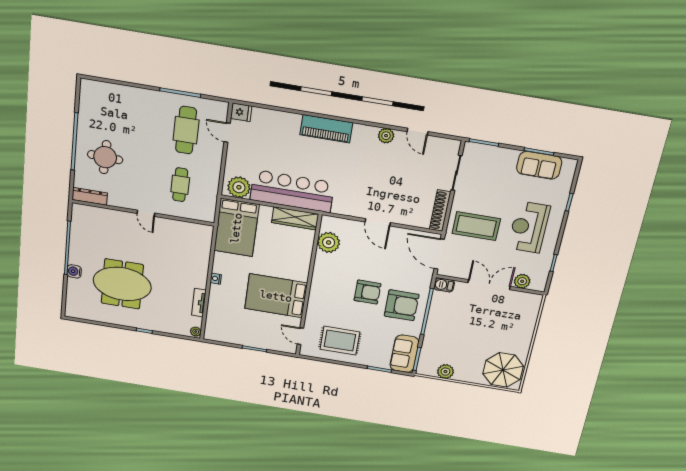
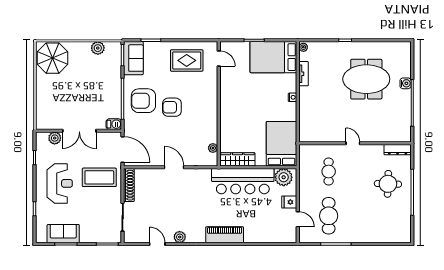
fridge: (241, 112) -> (289, 202), moved
plant: (329, 242) -> (213, 148), width x0.53, depth x0.53
bed: (276, 296) -> (273, 57), moved, turned 180

